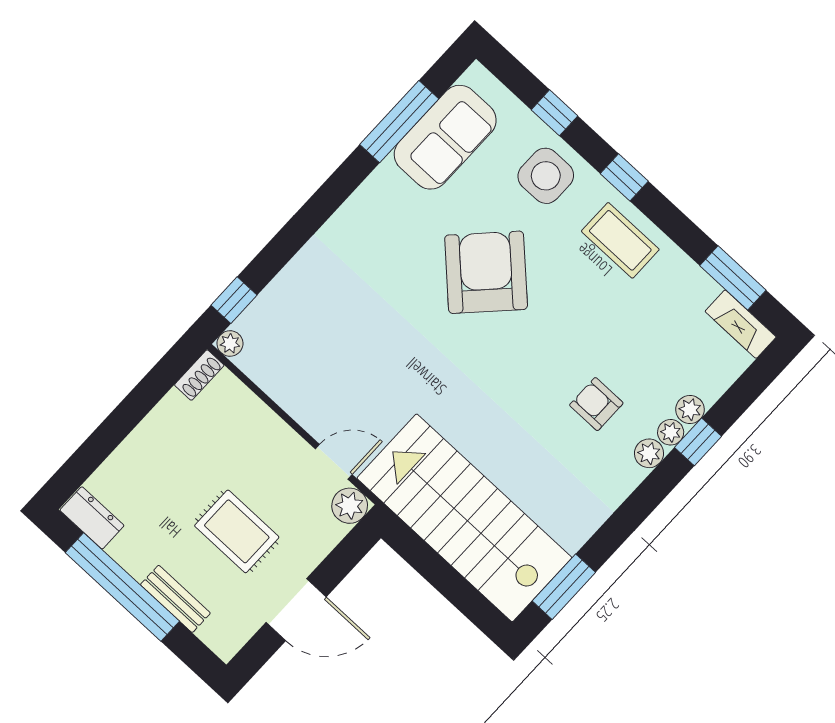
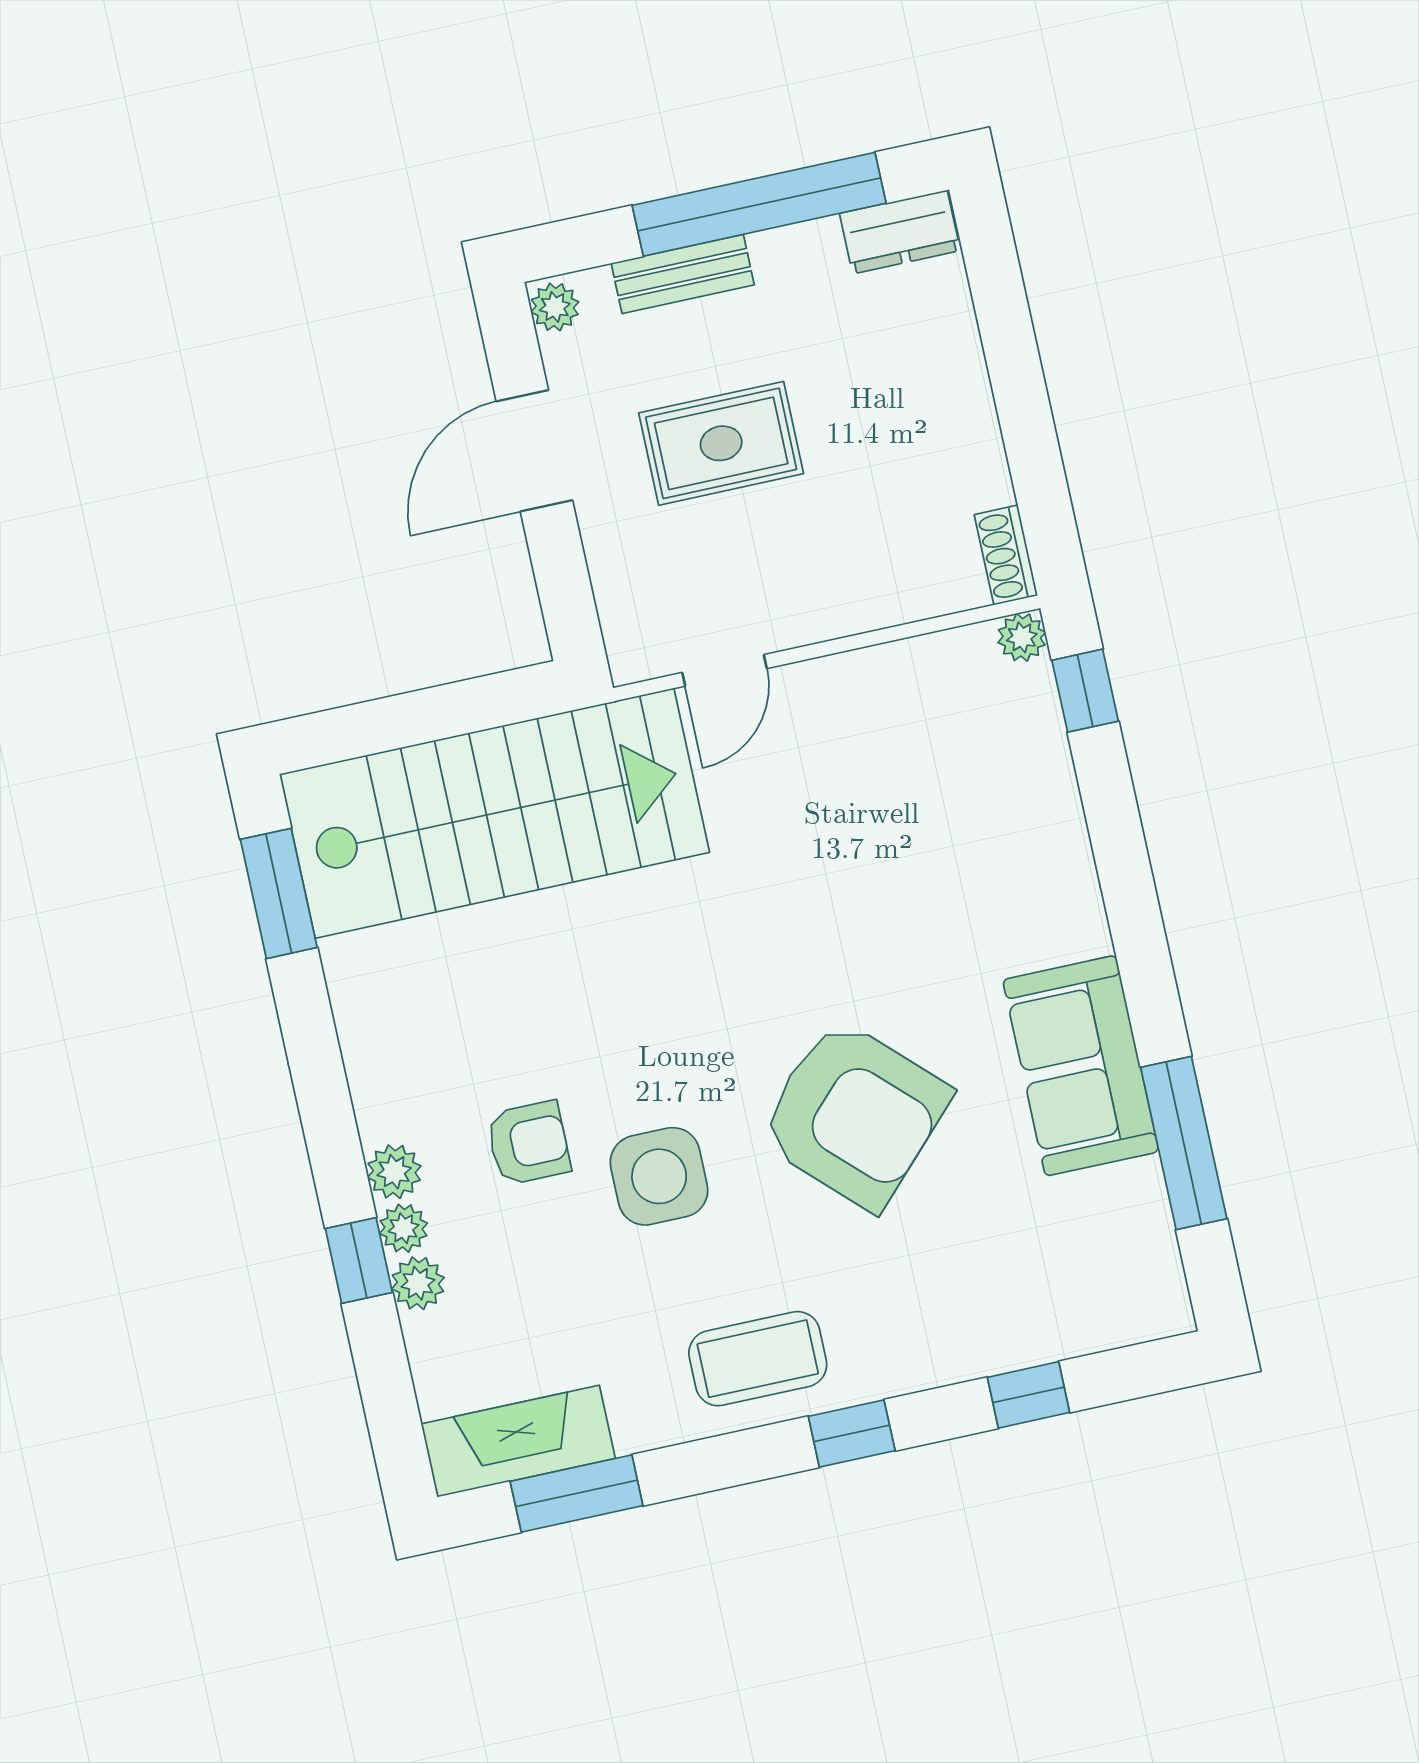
sofa: (445, 137) -> (1081, 1066), moved
side table: (546, 176) -> (659, 1176), moved
fireplace: (741, 324) -> (518, 1441), width x1.37, depth x1.32
plant: (350, 506) -> (555, 307), moved, width x0.73, depth x0.73

